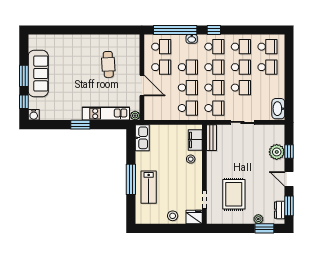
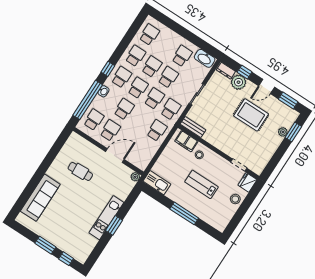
school desk: (267, 67) -> (182, 56), moved
sofa: (38, 74) -> (40, 198), moved, turned 90
school desk: (188, 88) -> (140, 120), removed
kitchen unit: (106, 114) -> (106, 218), moved
water cooler: (34, 115) -> (82, 258), removed
lab bench: (149, 187) -> (201, 184), moved, turned 180
rug: (234, 194) -> (251, 115), moved
dresser: (280, 210) -> (226, 71), moved

